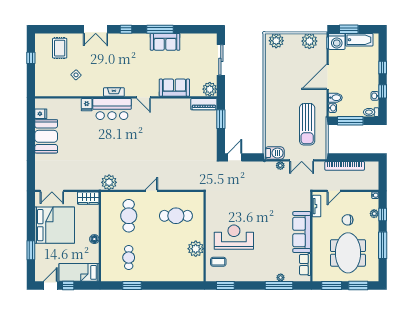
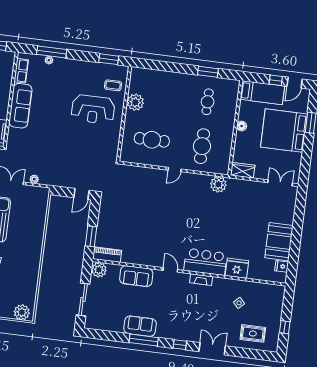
rug: (60, 48) -> (253, 333), turned 90
fridge: (87, 105) -> (237, 268), width x1.88, depth x1.34
barbecue: (274, 153) -> (39, 193), removed
bed: (55, 225) -> (284, 131), moved

